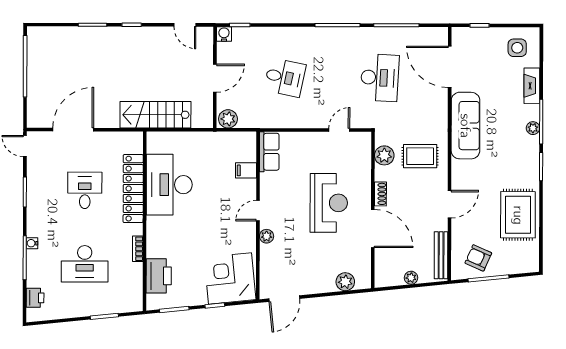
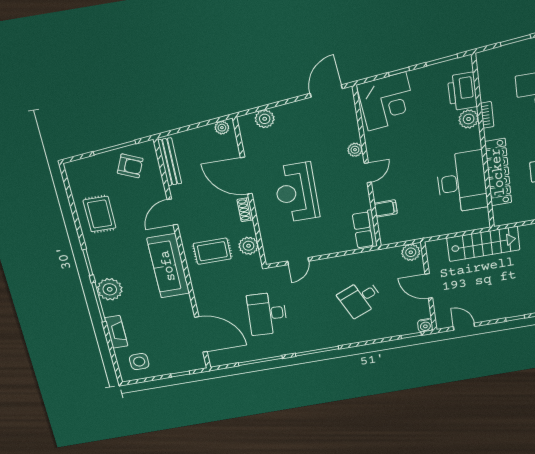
desk: (285, 77) -> (360, 298), turned -36
door: (215, 78) -> (429, 286), hinge flipped
sofa: (465, 126) -> (168, 266), moved
plant: (533, 128) -> (110, 289), width x1.88, depth x1.88
rug: (518, 215) -> (100, 214), width x0.73, depth x0.70
plant: (156, 248) -> (469, 119), added
plant: (411, 278) -> (222, 128), moved

